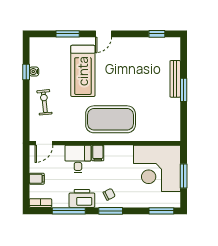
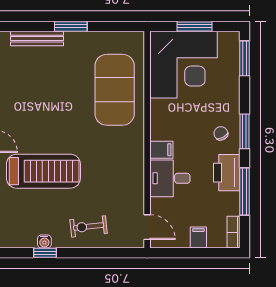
bench: (175, 79) -> (37, 39), moved
exercise mat: (111, 119) -> (115, 90), moved

